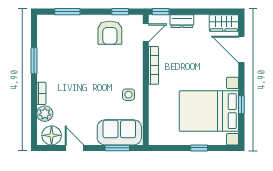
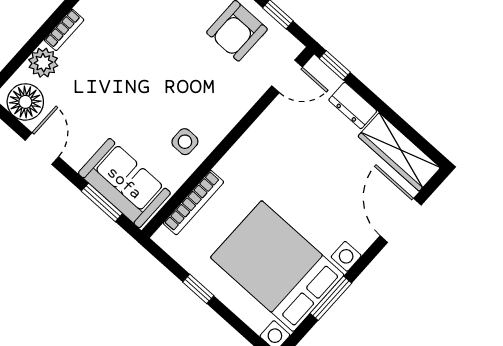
wardrobe: (224, 23) -> (399, 152), width x1.50
bookcase: (153, 65) -> (194, 203), moved
window: (241, 105) -> (331, 298), width x1.50
window: (199, 148) -> (198, 289), moved

